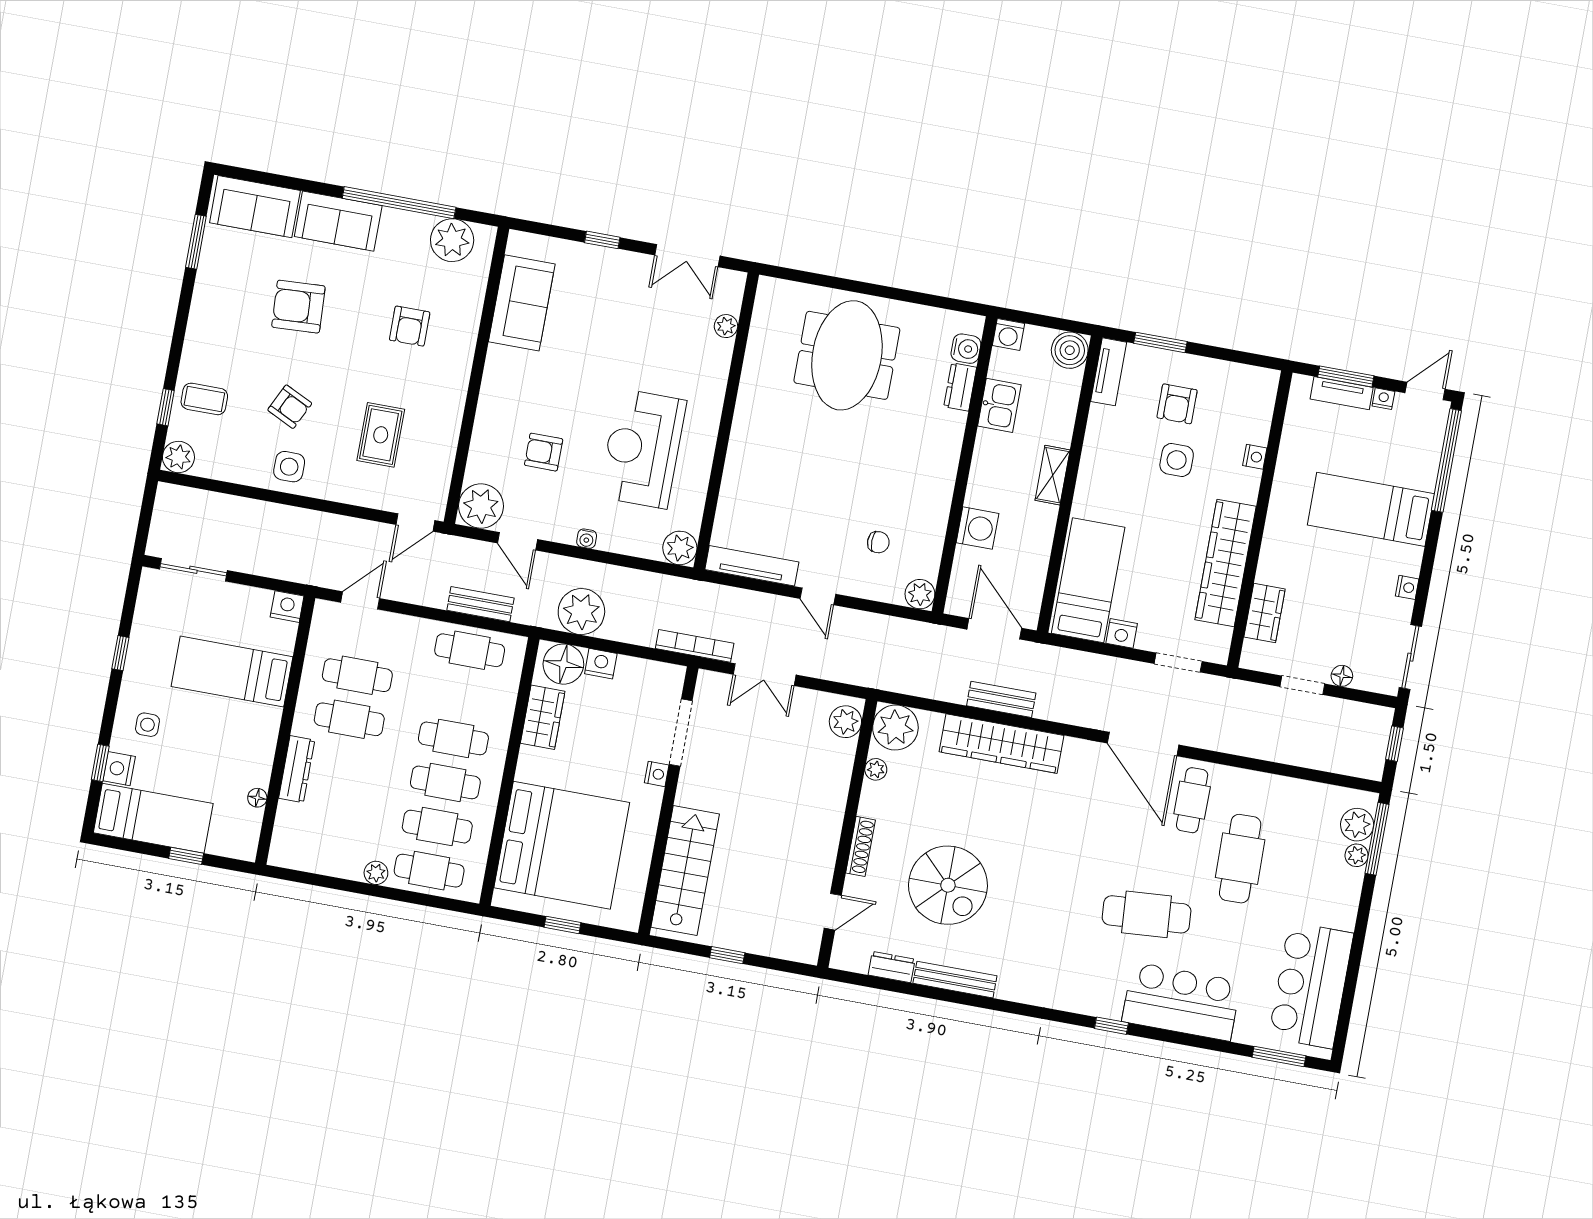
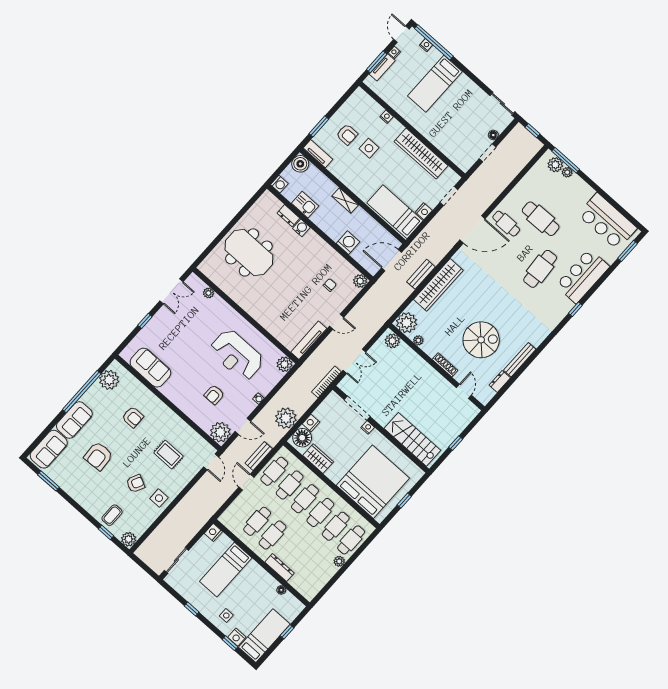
water cooler: (966, 349) -> (301, 228), moved
nightstand: (1407, 587) -> (426, 45), moved
door: (360, 600) -> (246, 482), moved
wardrobe: (1265, 613) -> (450, 150), removed
cafe table: (462, 694) -> (290, 485), added

